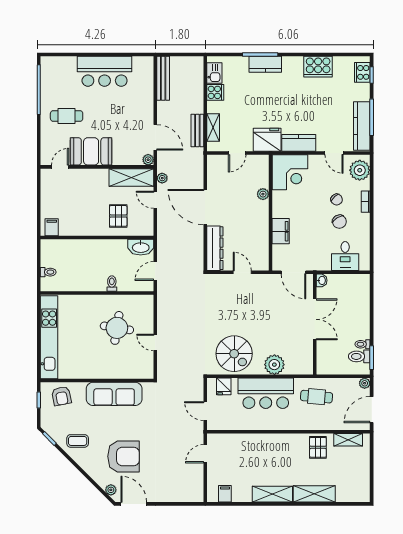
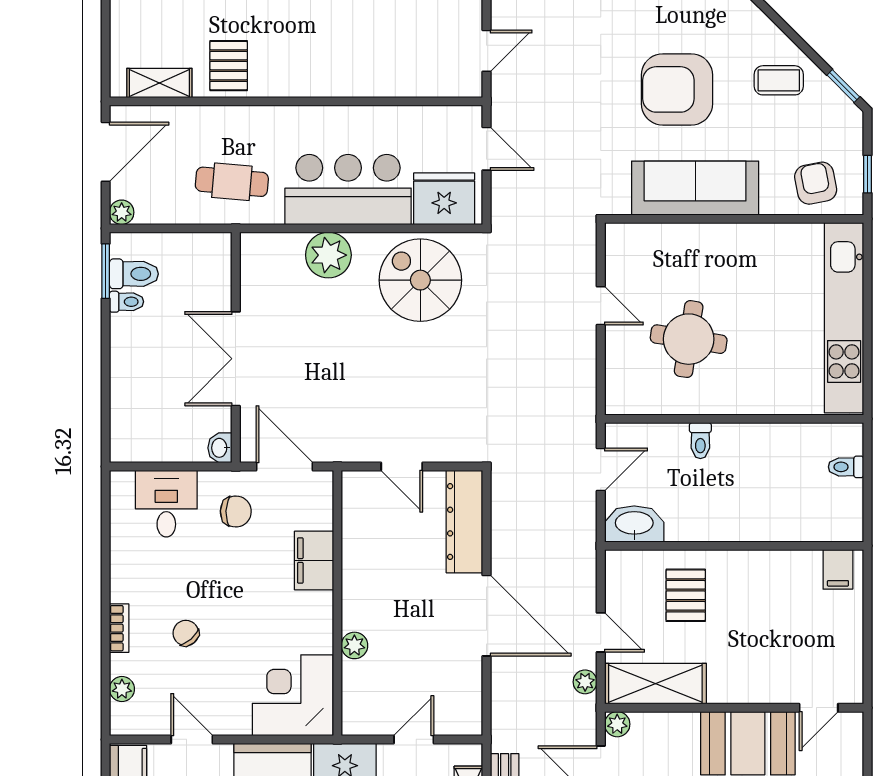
plant: (360, 170) -> (122, 689), width x0.53, depth x0.53
chair: (339, 222) -> (236, 511), moved, turned 124
fridge: (224, 386) -> (444, 199), width x1.88, depth x1.34
armchair: (124, 456) -> (677, 89), moved

